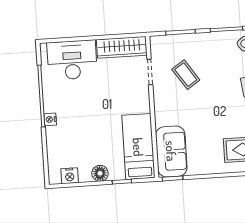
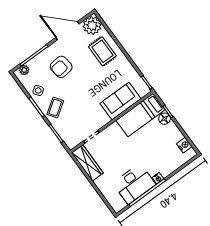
desk: (72, 60) -> (134, 184), moved, turned -90
coffee table: (186, 75) -> (55, 108), moved
sofa: (171, 151) -> (120, 101), moved
floor lamp: (100, 173) -> (165, 119), moved

